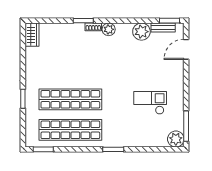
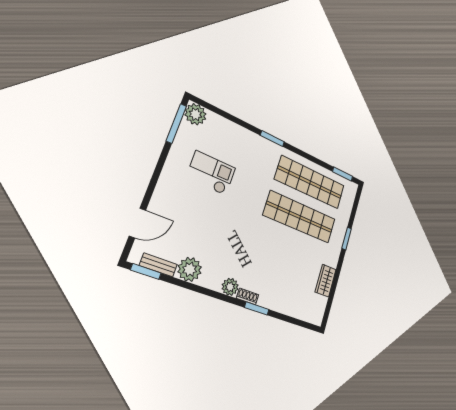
wardrobe: (32, 35) -> (326, 281), moved
checkout: (150, 103) -> (211, 173), turned 180

